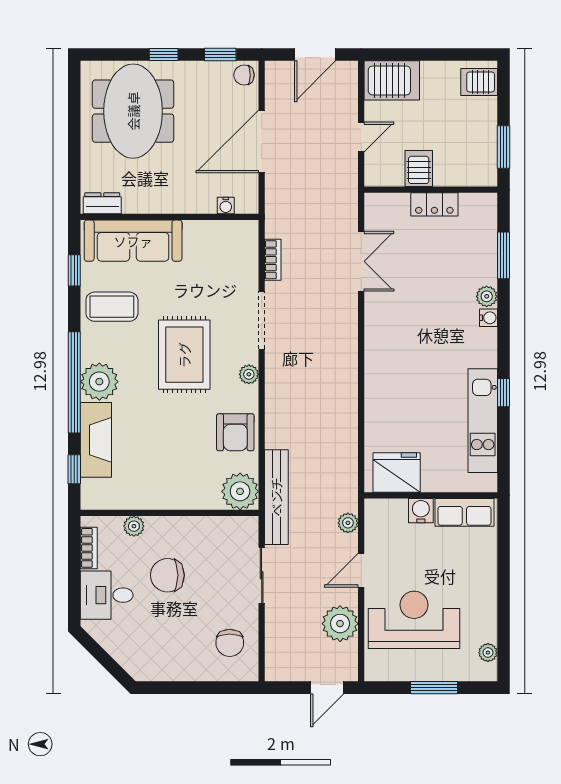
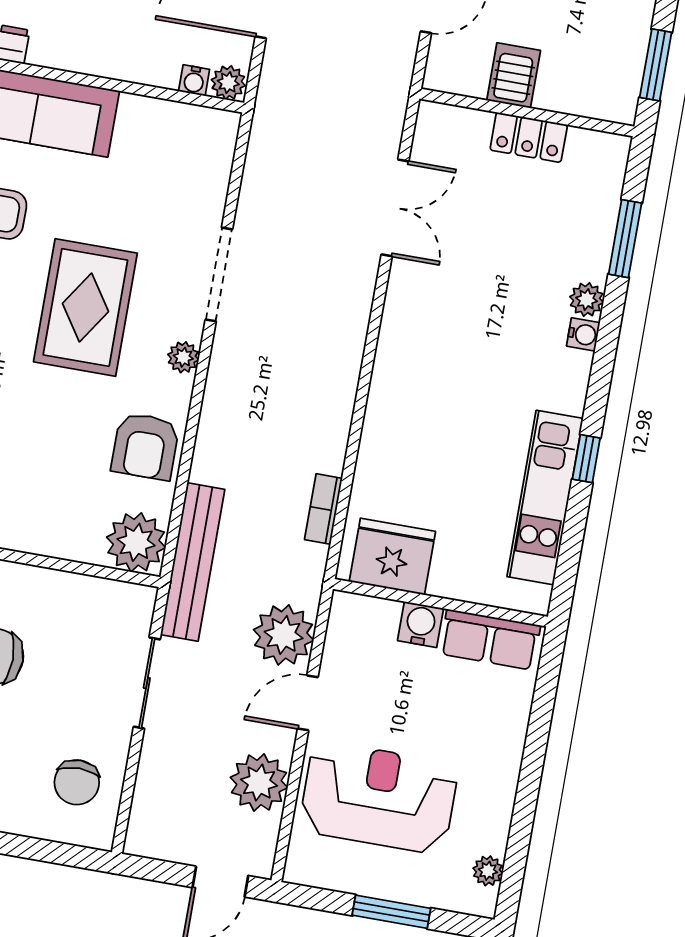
plant: (247, 203) -> (228, 83), added
bookcase: (273, 260) -> (323, 509), moved, turned 180
plant: (348, 523) -> (284, 635), width x1.87, depth x1.87

